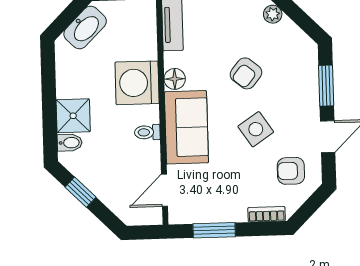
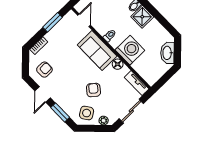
side table: (256, 129) -> (87, 113), moved

